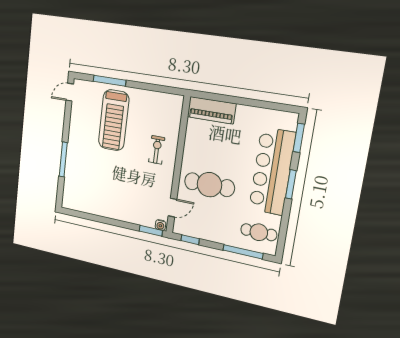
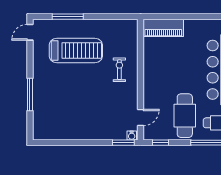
treadmill: (114, 120) -> (76, 50), turned -90
cafe table: (209, 185) -> (185, 116), moved, turned 90

